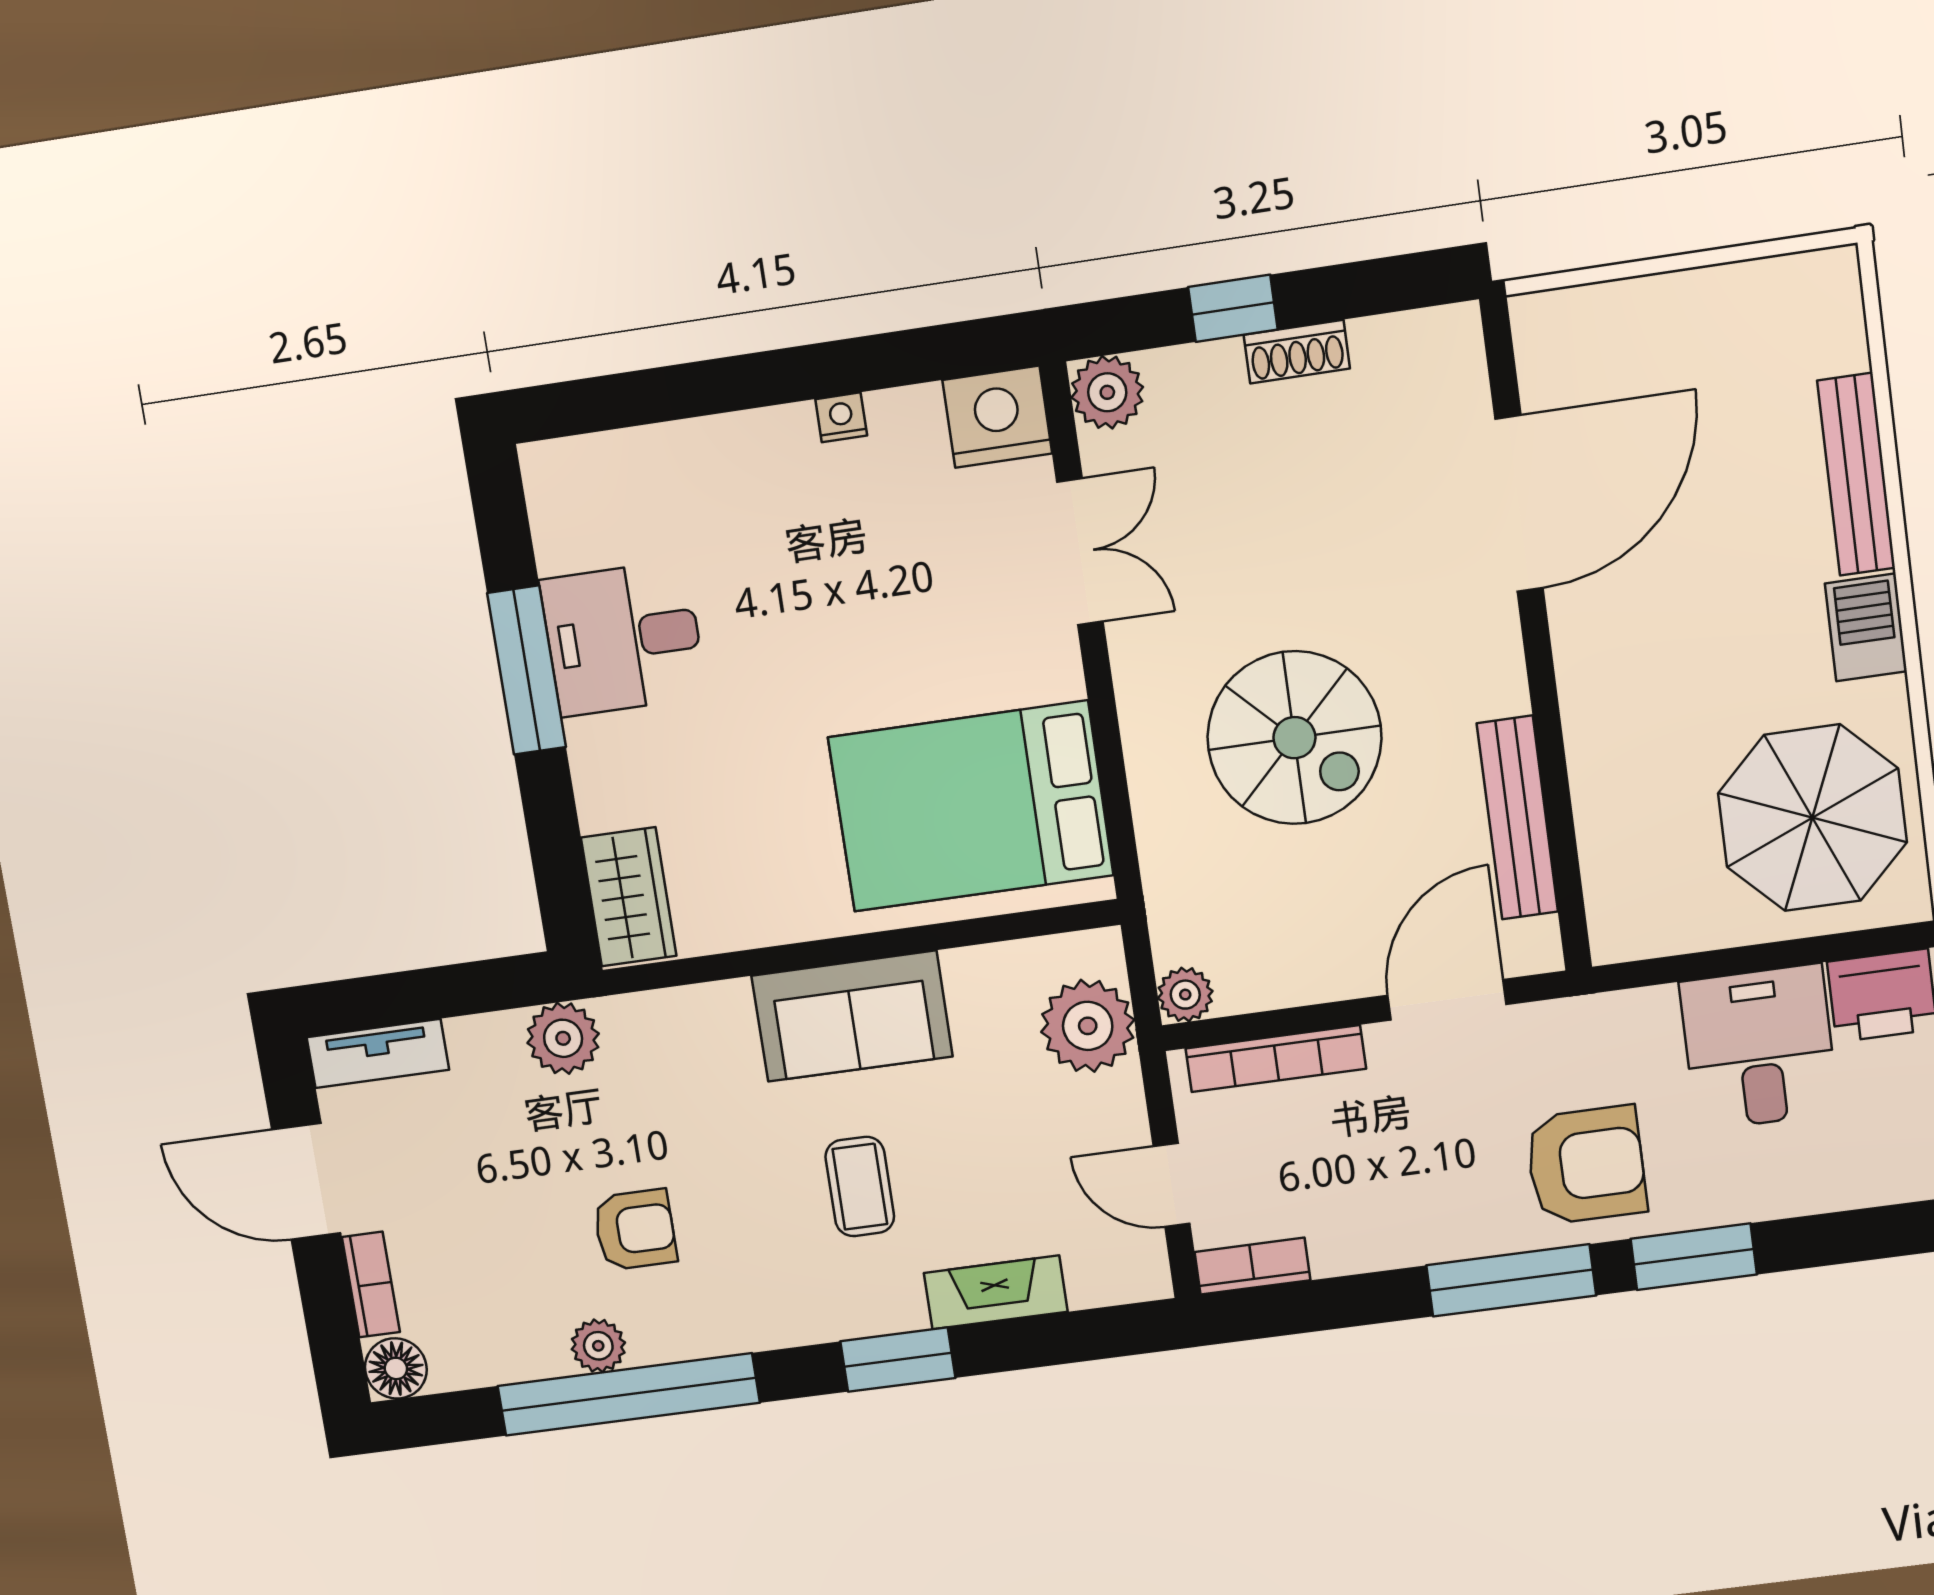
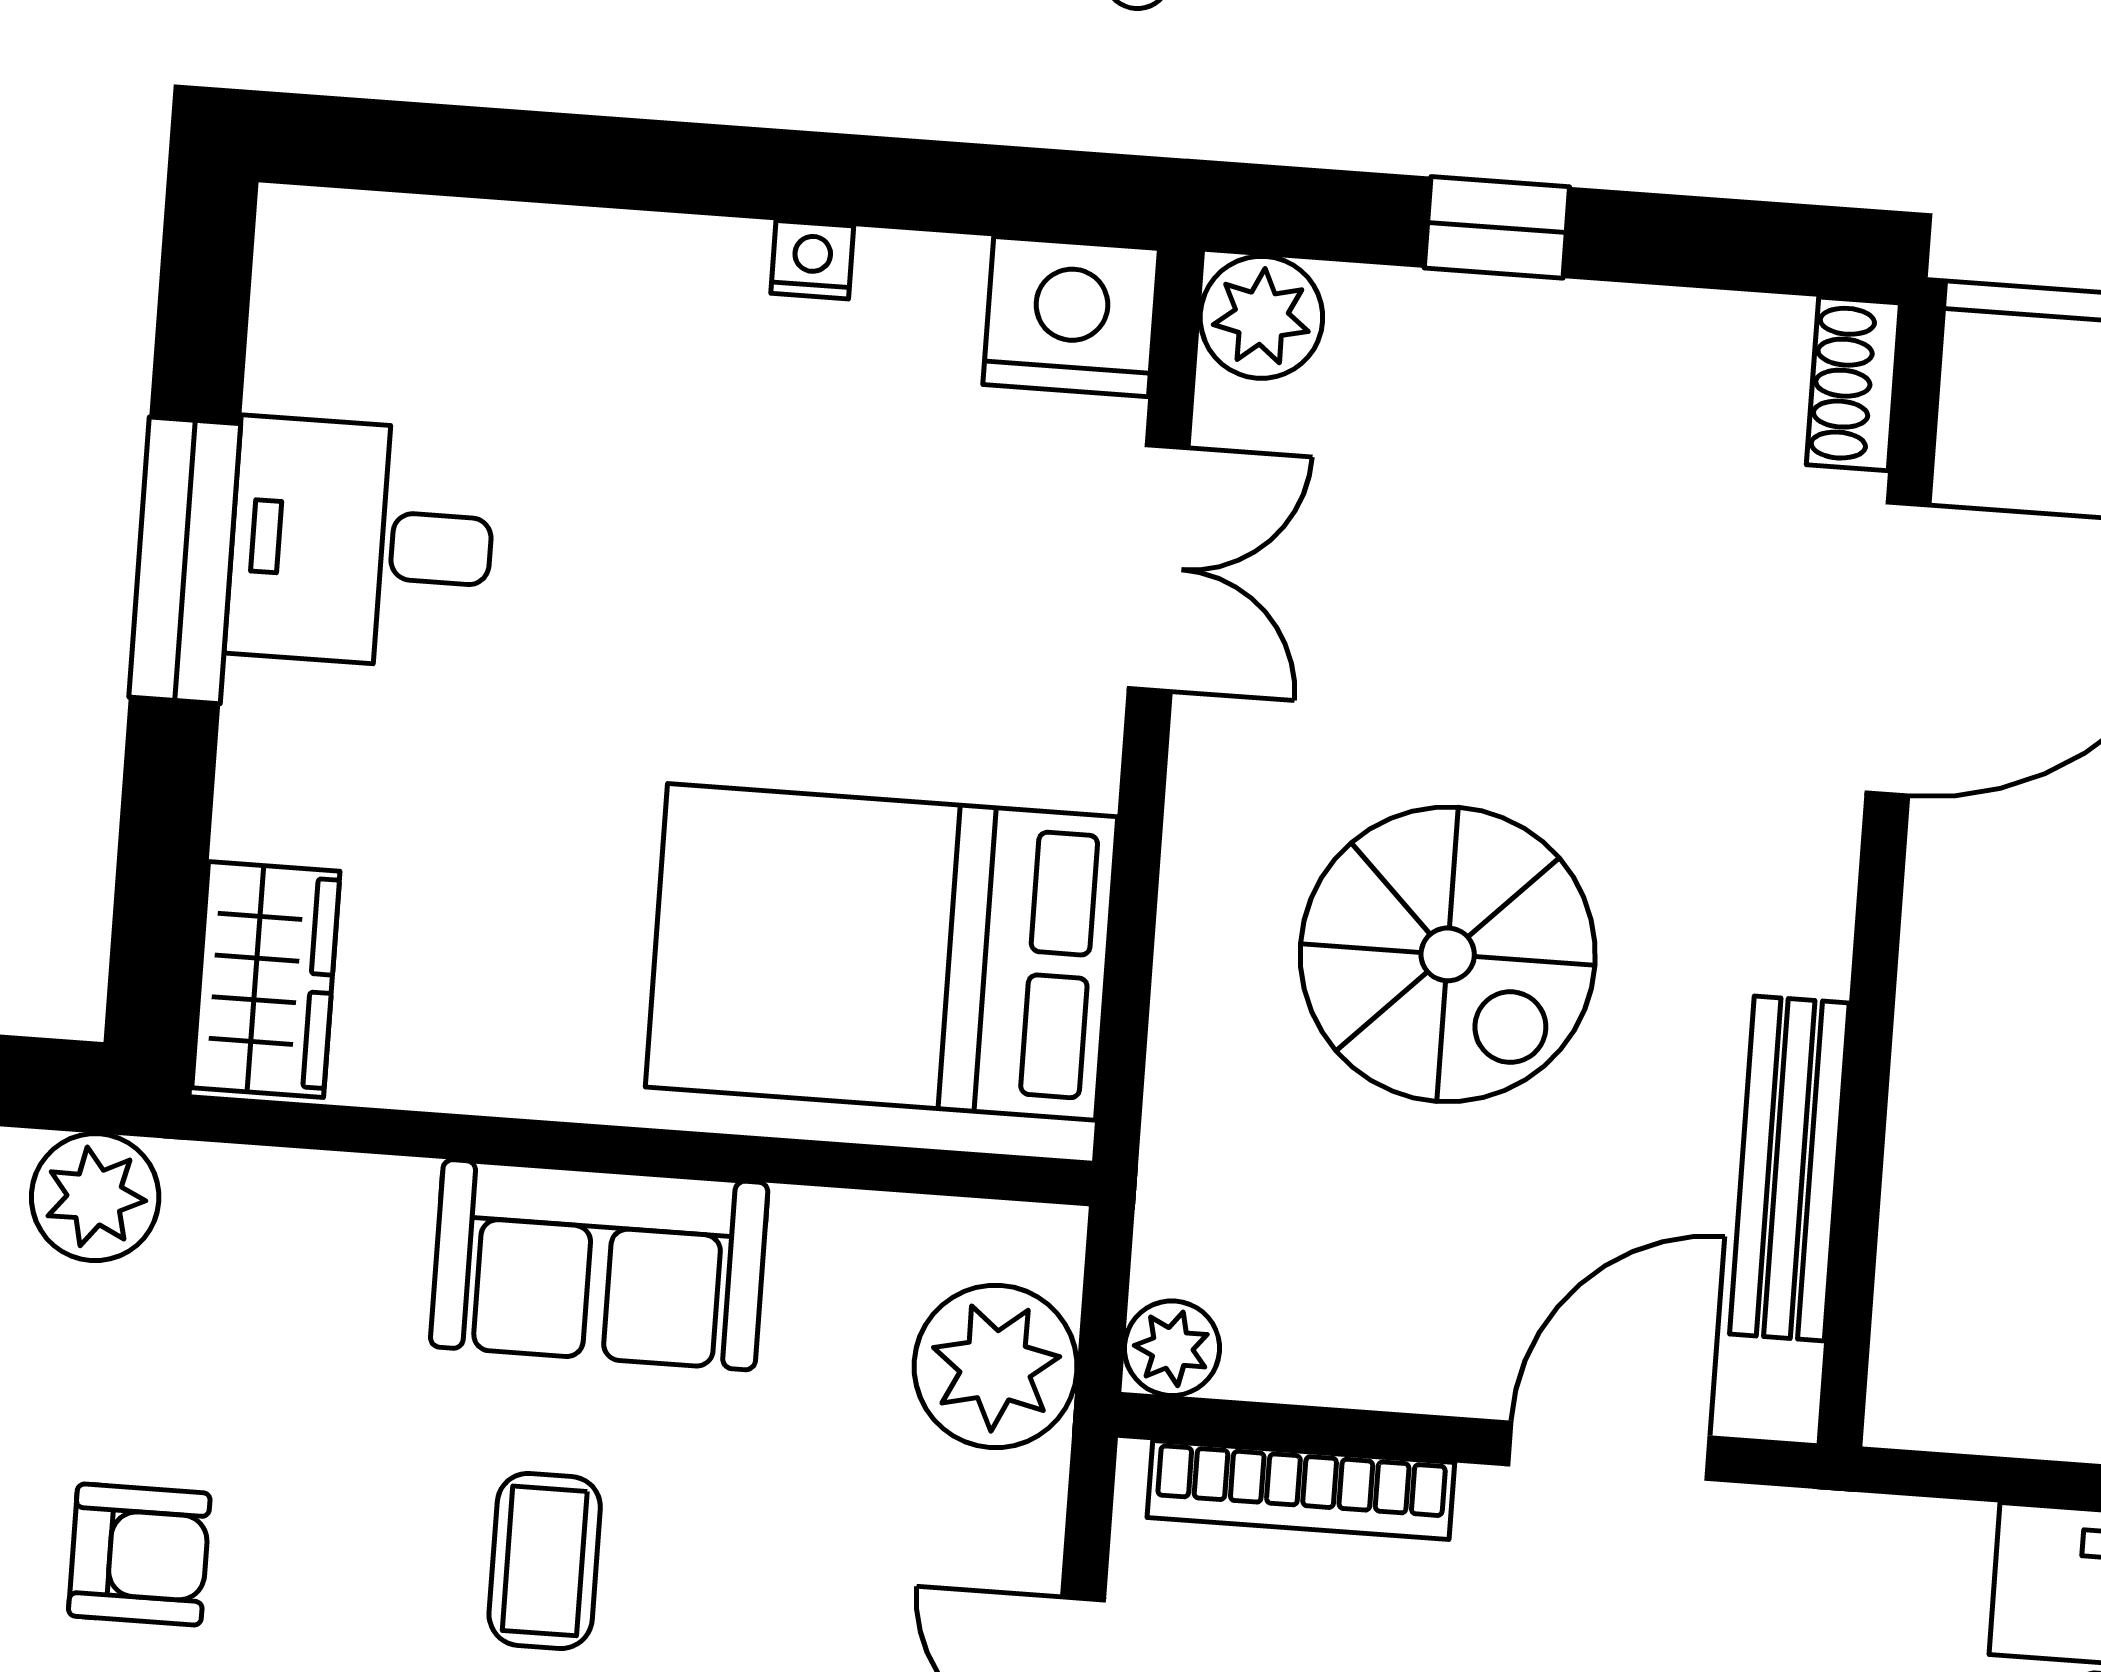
shoe rack: (1297, 352) -> (1853, 384), moved, turned 90

